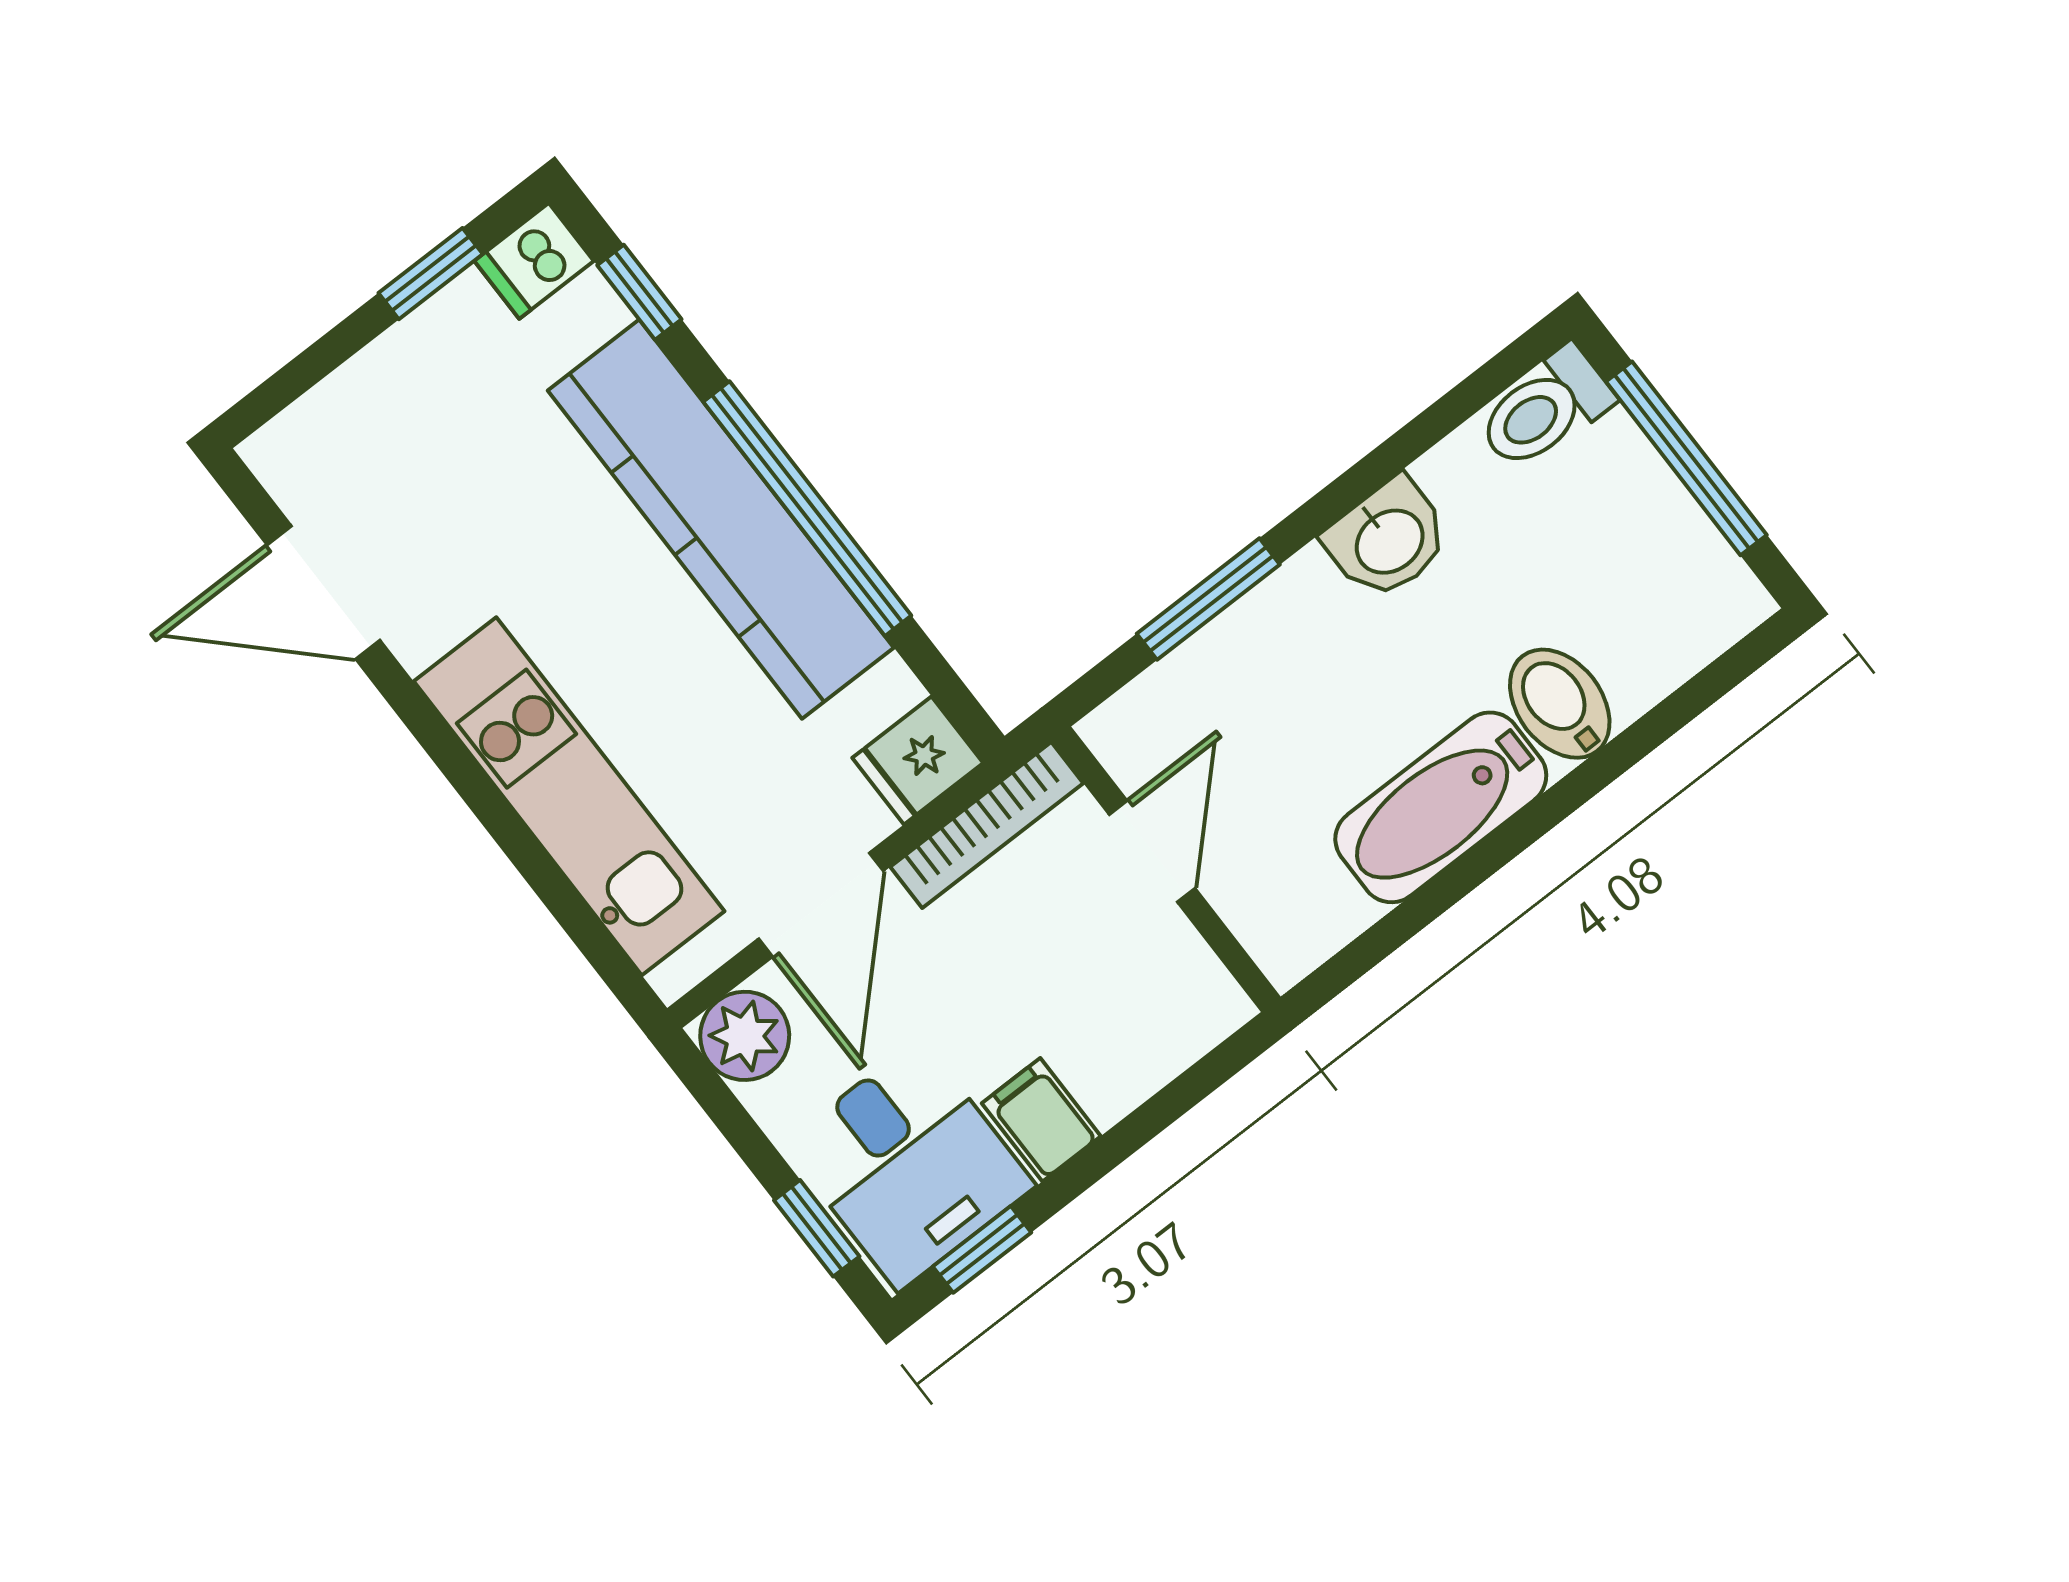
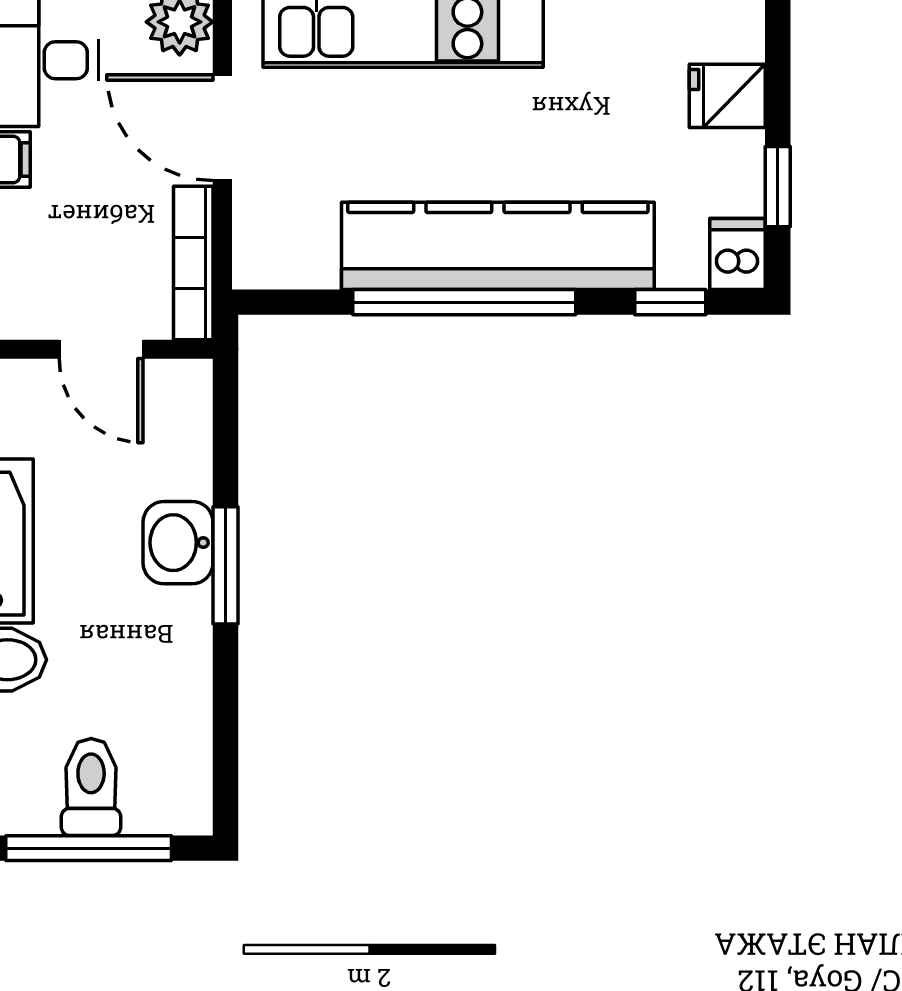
toilet: (1545, 409) -> (91, 787), moved
washbasin: (1388, 539) -> (178, 543), moved
window: (1208, 599) -> (225, 565), moved
fridge: (918, 760) -> (727, 96), moved, turned -90

